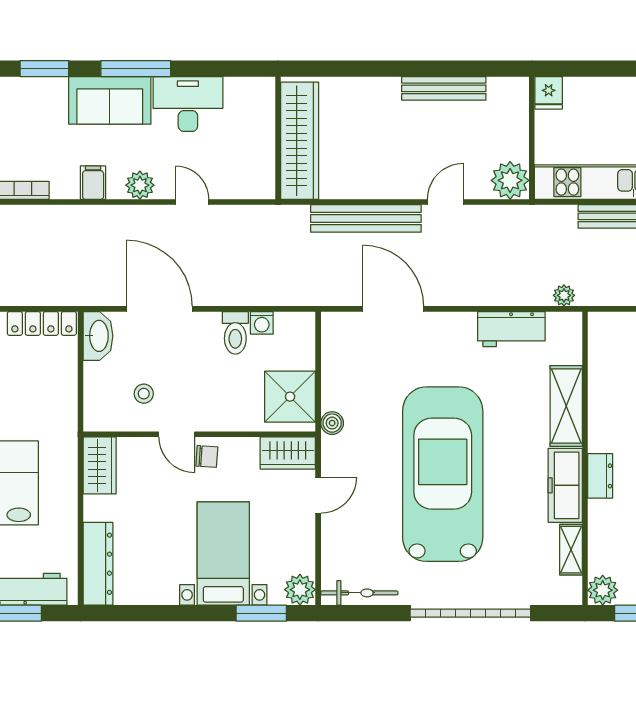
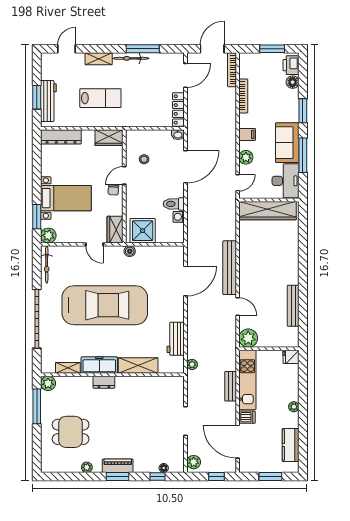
wall: (278, 138) -> (269, 200), moved
wardrobe: (300, 141) -> (268, 211), moved
washbasin: (98, 336) -> (178, 135), width x0.52, depth x0.69

